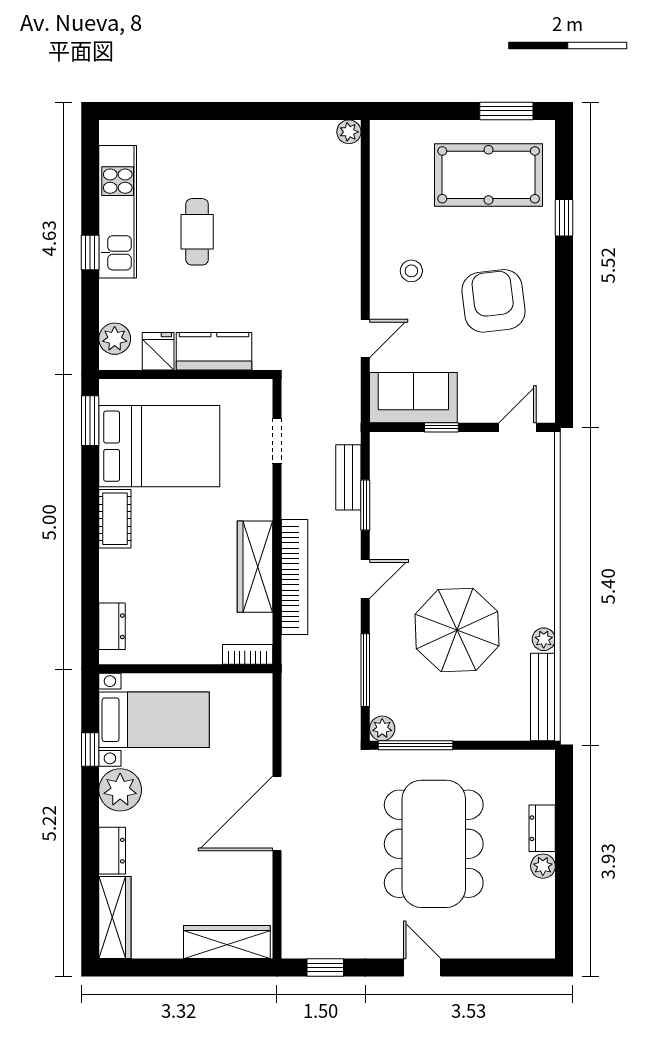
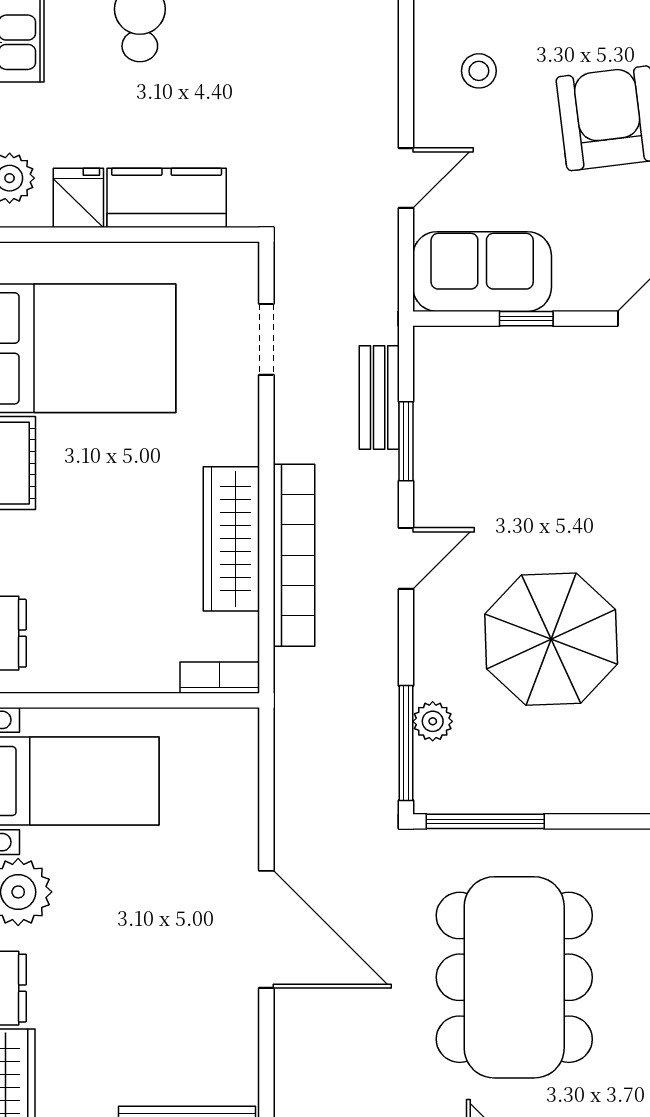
window: (365, 670) -> (406, 743), moved
plant: (382, 728) -> (433, 721), moved
door: (277, 813) -> (266, 929), swing flipped

